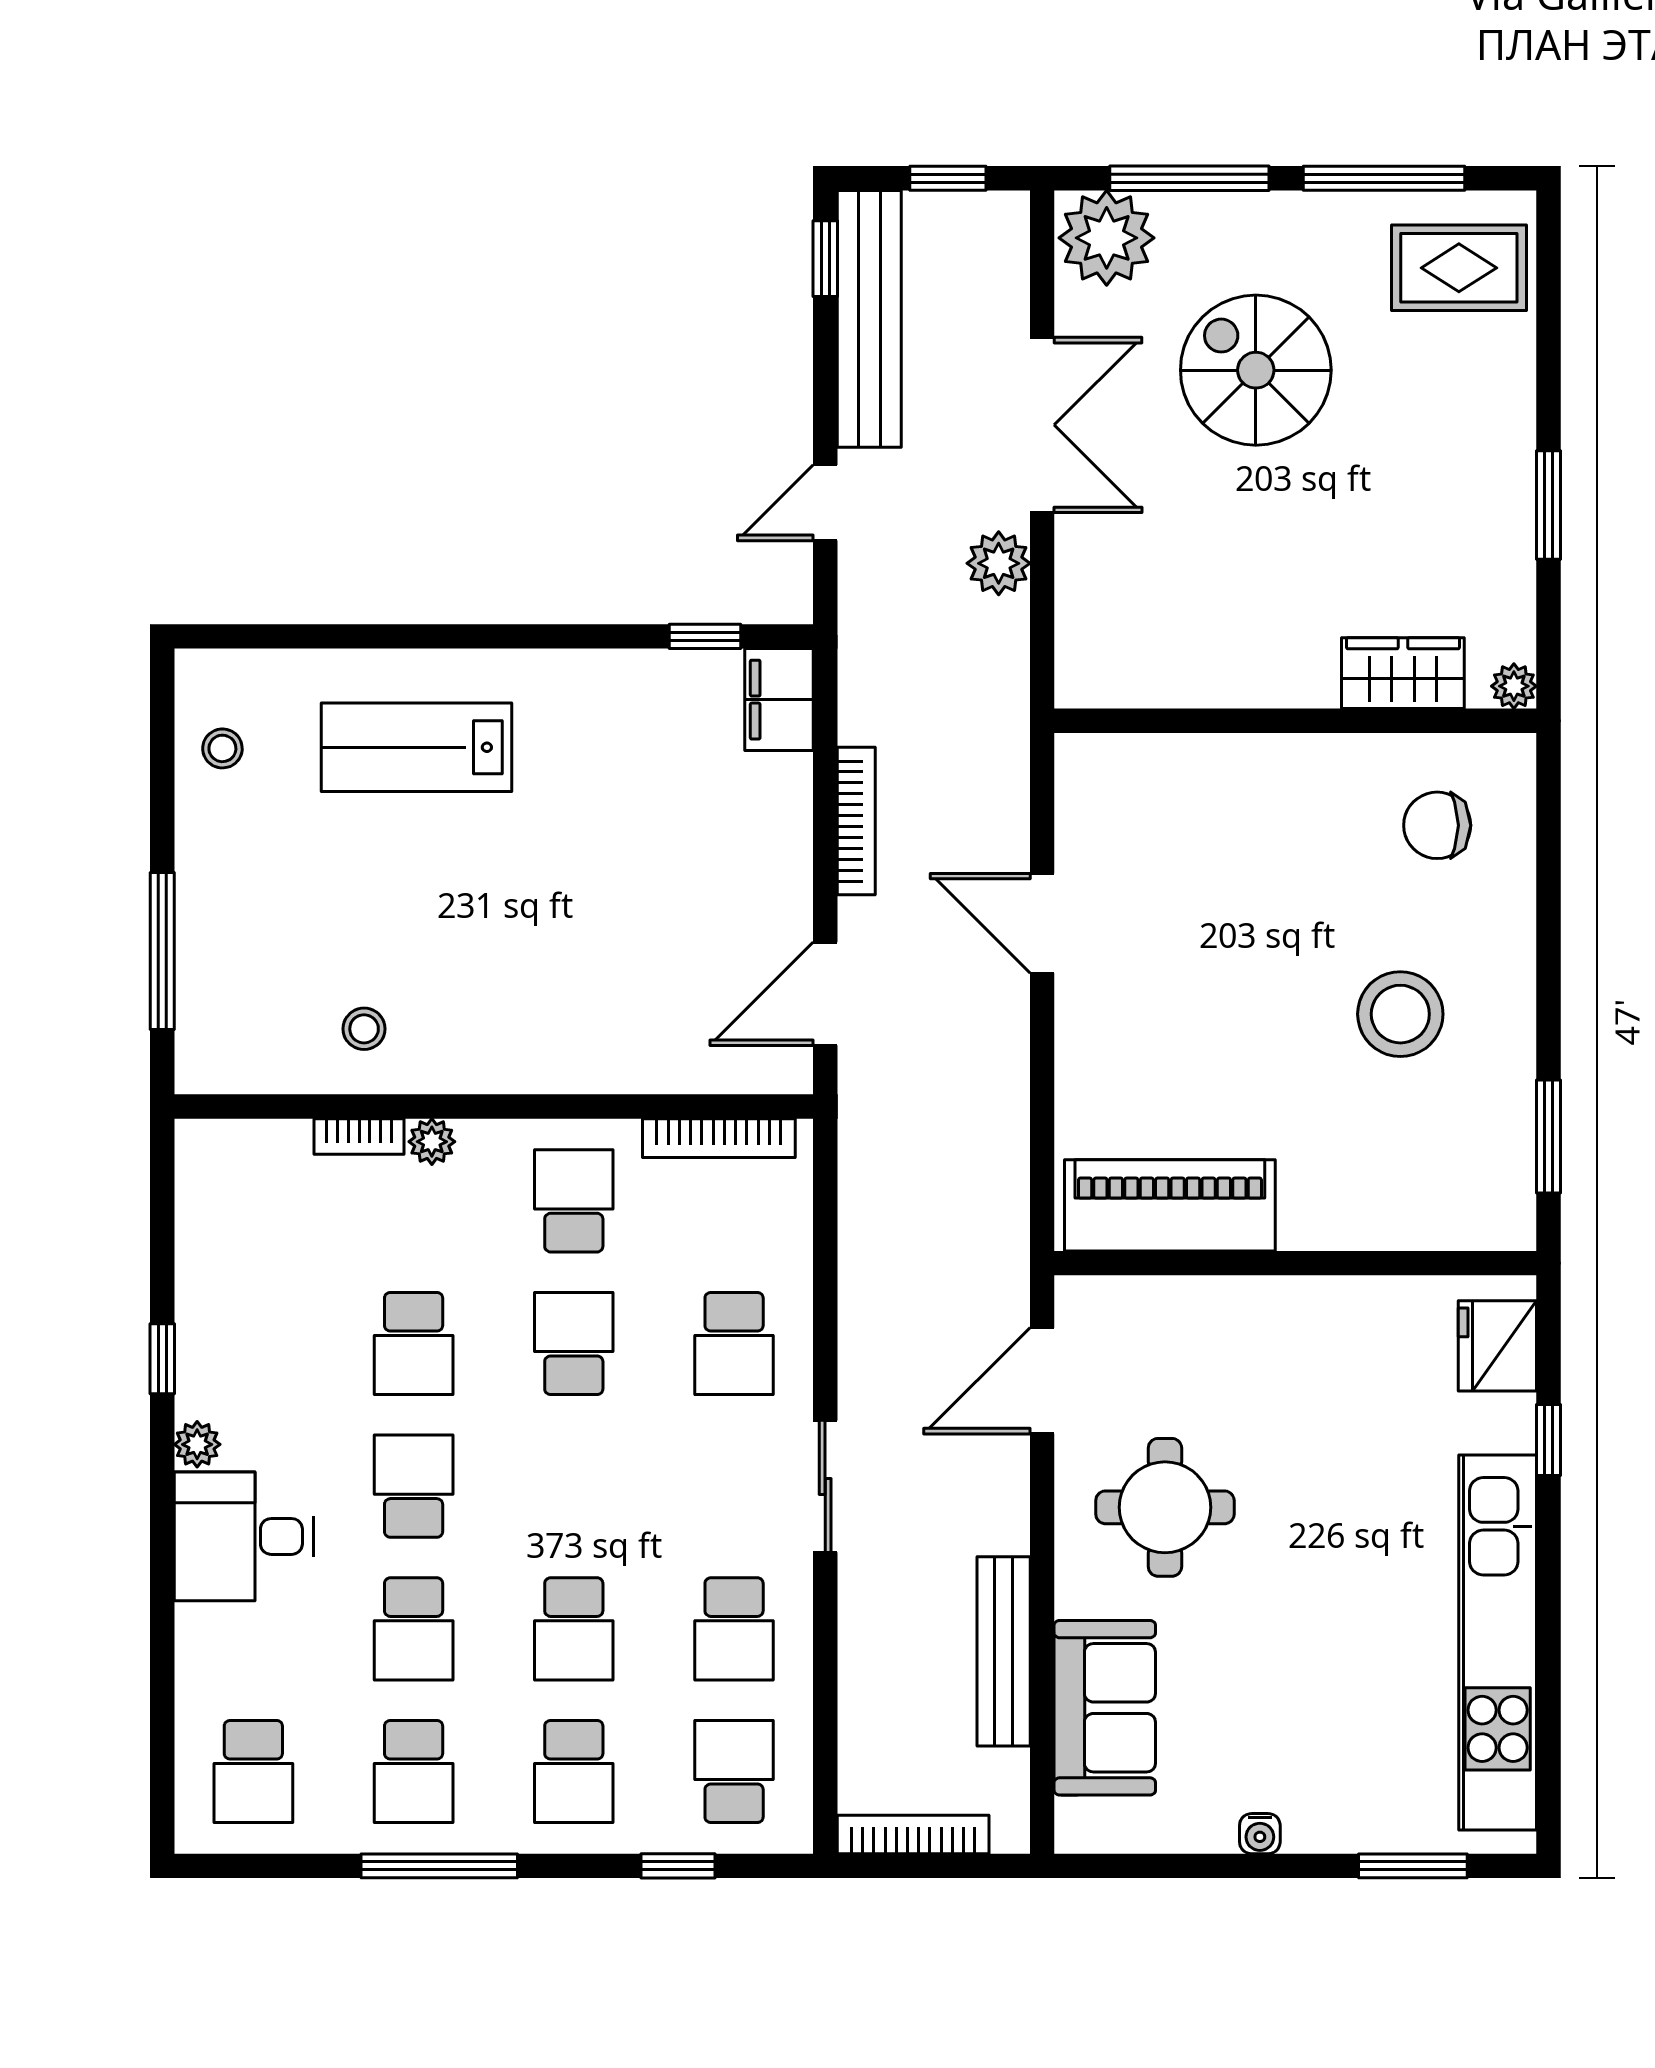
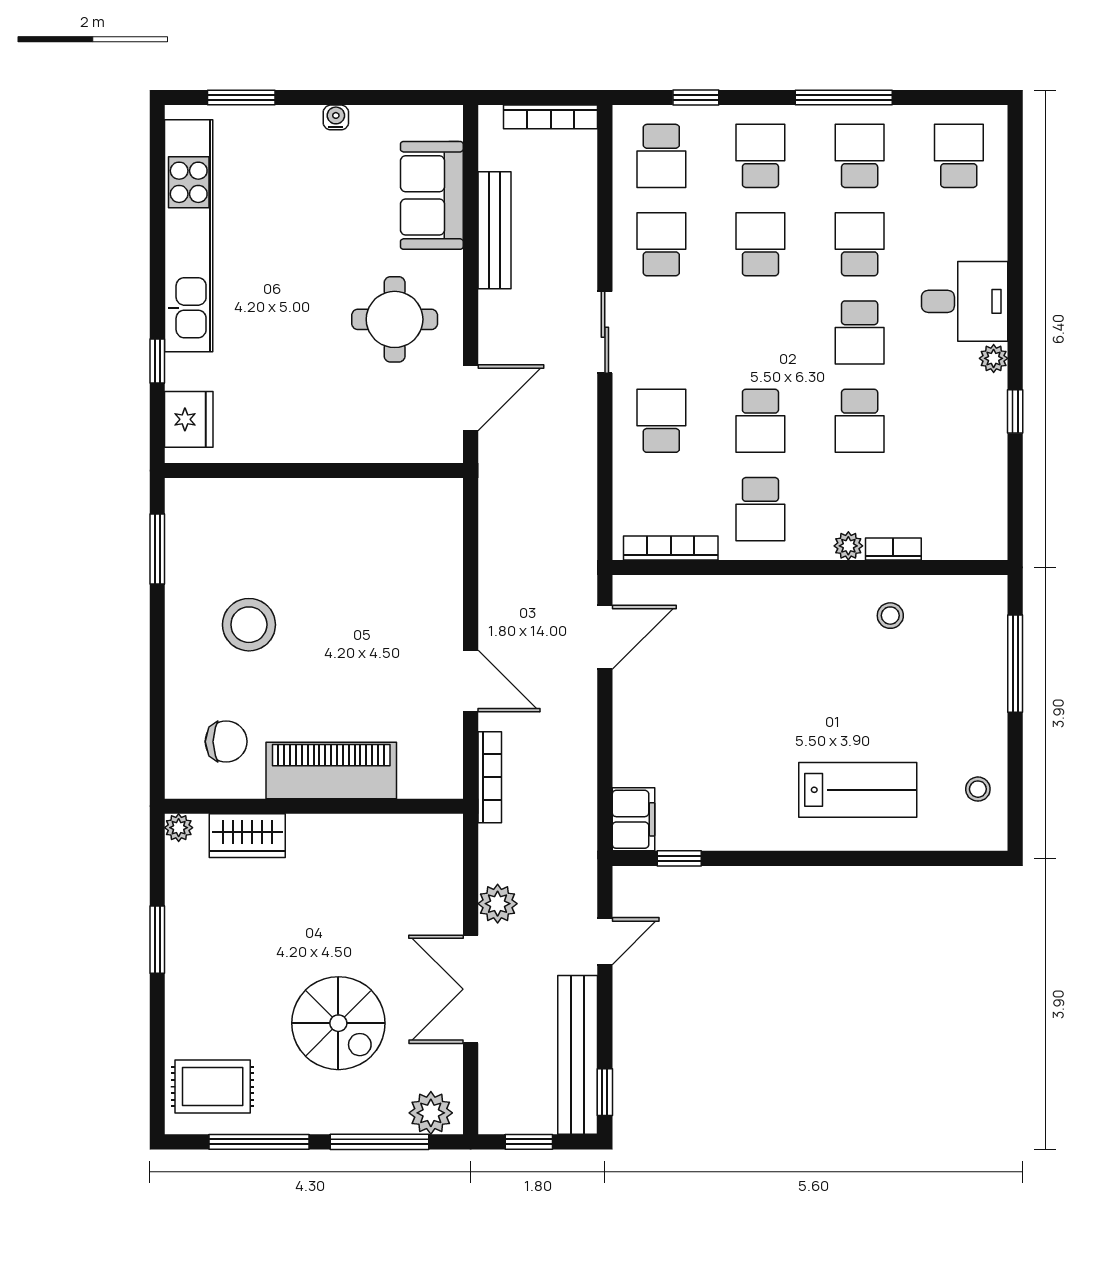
plant: (1107, 238) -> (431, 1113), width x0.73, depth x0.73
bookcase: (856, 821) -> (490, 777), moved, turned 180
piano: (1170, 1205) -> (331, 770), moved, turned 180
school desk: (414, 1344) -> (860, 421), turned 180

